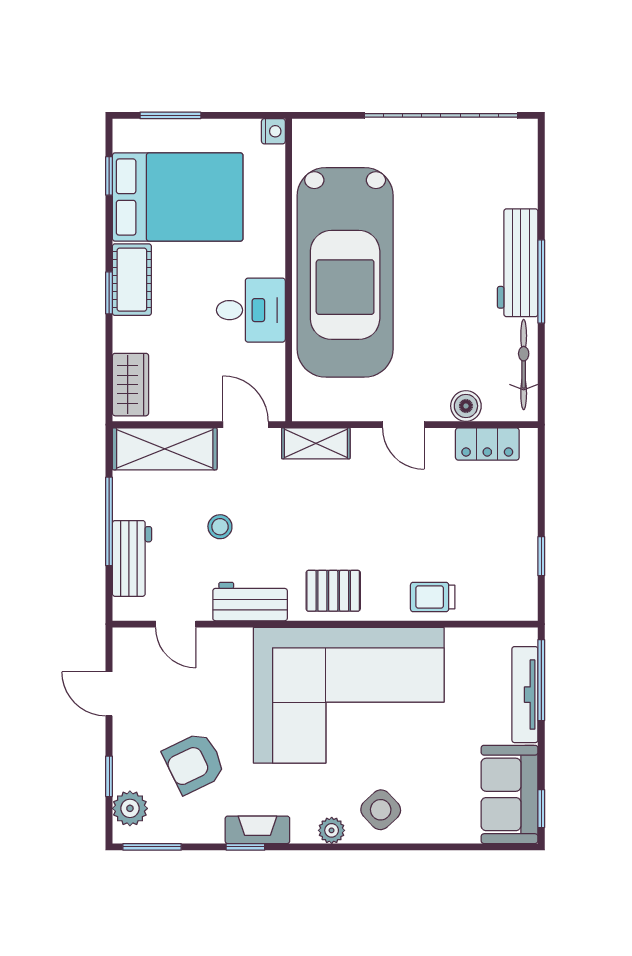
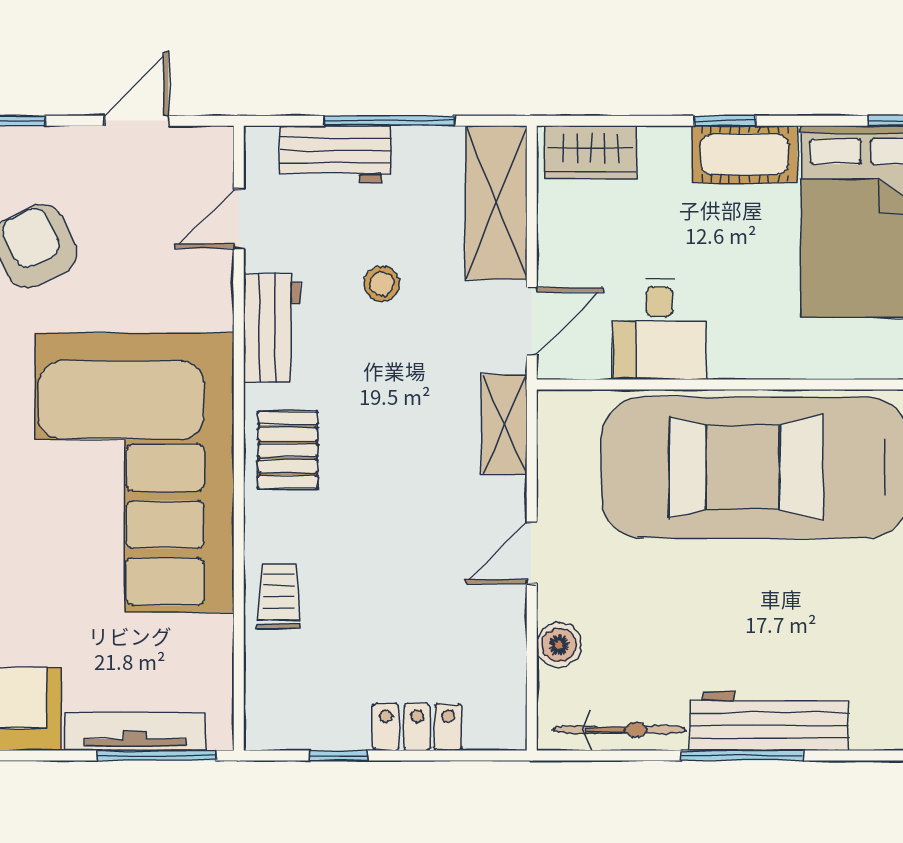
desk: (251, 310) -> (660, 329), moved
locker: (487, 444) -> (417, 727), moved, turned 90

